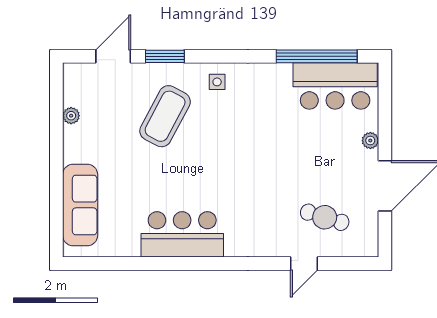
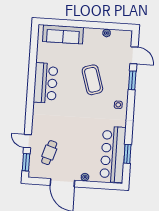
window: (317, 56) -> (127, 154), width x0.47
bar counter: (335, 86) -> (113, 154), width x1.36
coffee table: (165, 116) -> (92, 80), moved, turned 45
window: (348, 264) -> (26, 162), added

